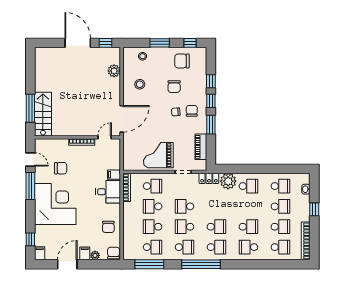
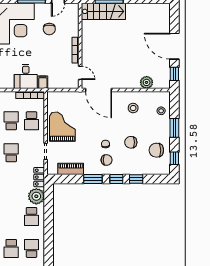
door: (78, 43) -> (174, 46), swing flipped
chair: (182, 61) -> (156, 150), turned -91
school desk: (280, 186) -> (31, 248), turned 180

